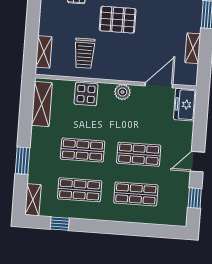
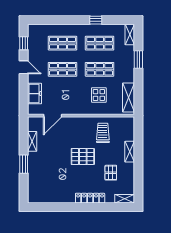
shelving: (44, 52) -> (130, 152), moved
plant: (122, 92) -> (76, 109), removed
display table: (86, 94) -> (99, 95), moved
freezer: (185, 105) -> (35, 94), moved
door: (197, 162) -> (24, 67), hinge flipped
window: (60, 224) -> (96, 20), moved

